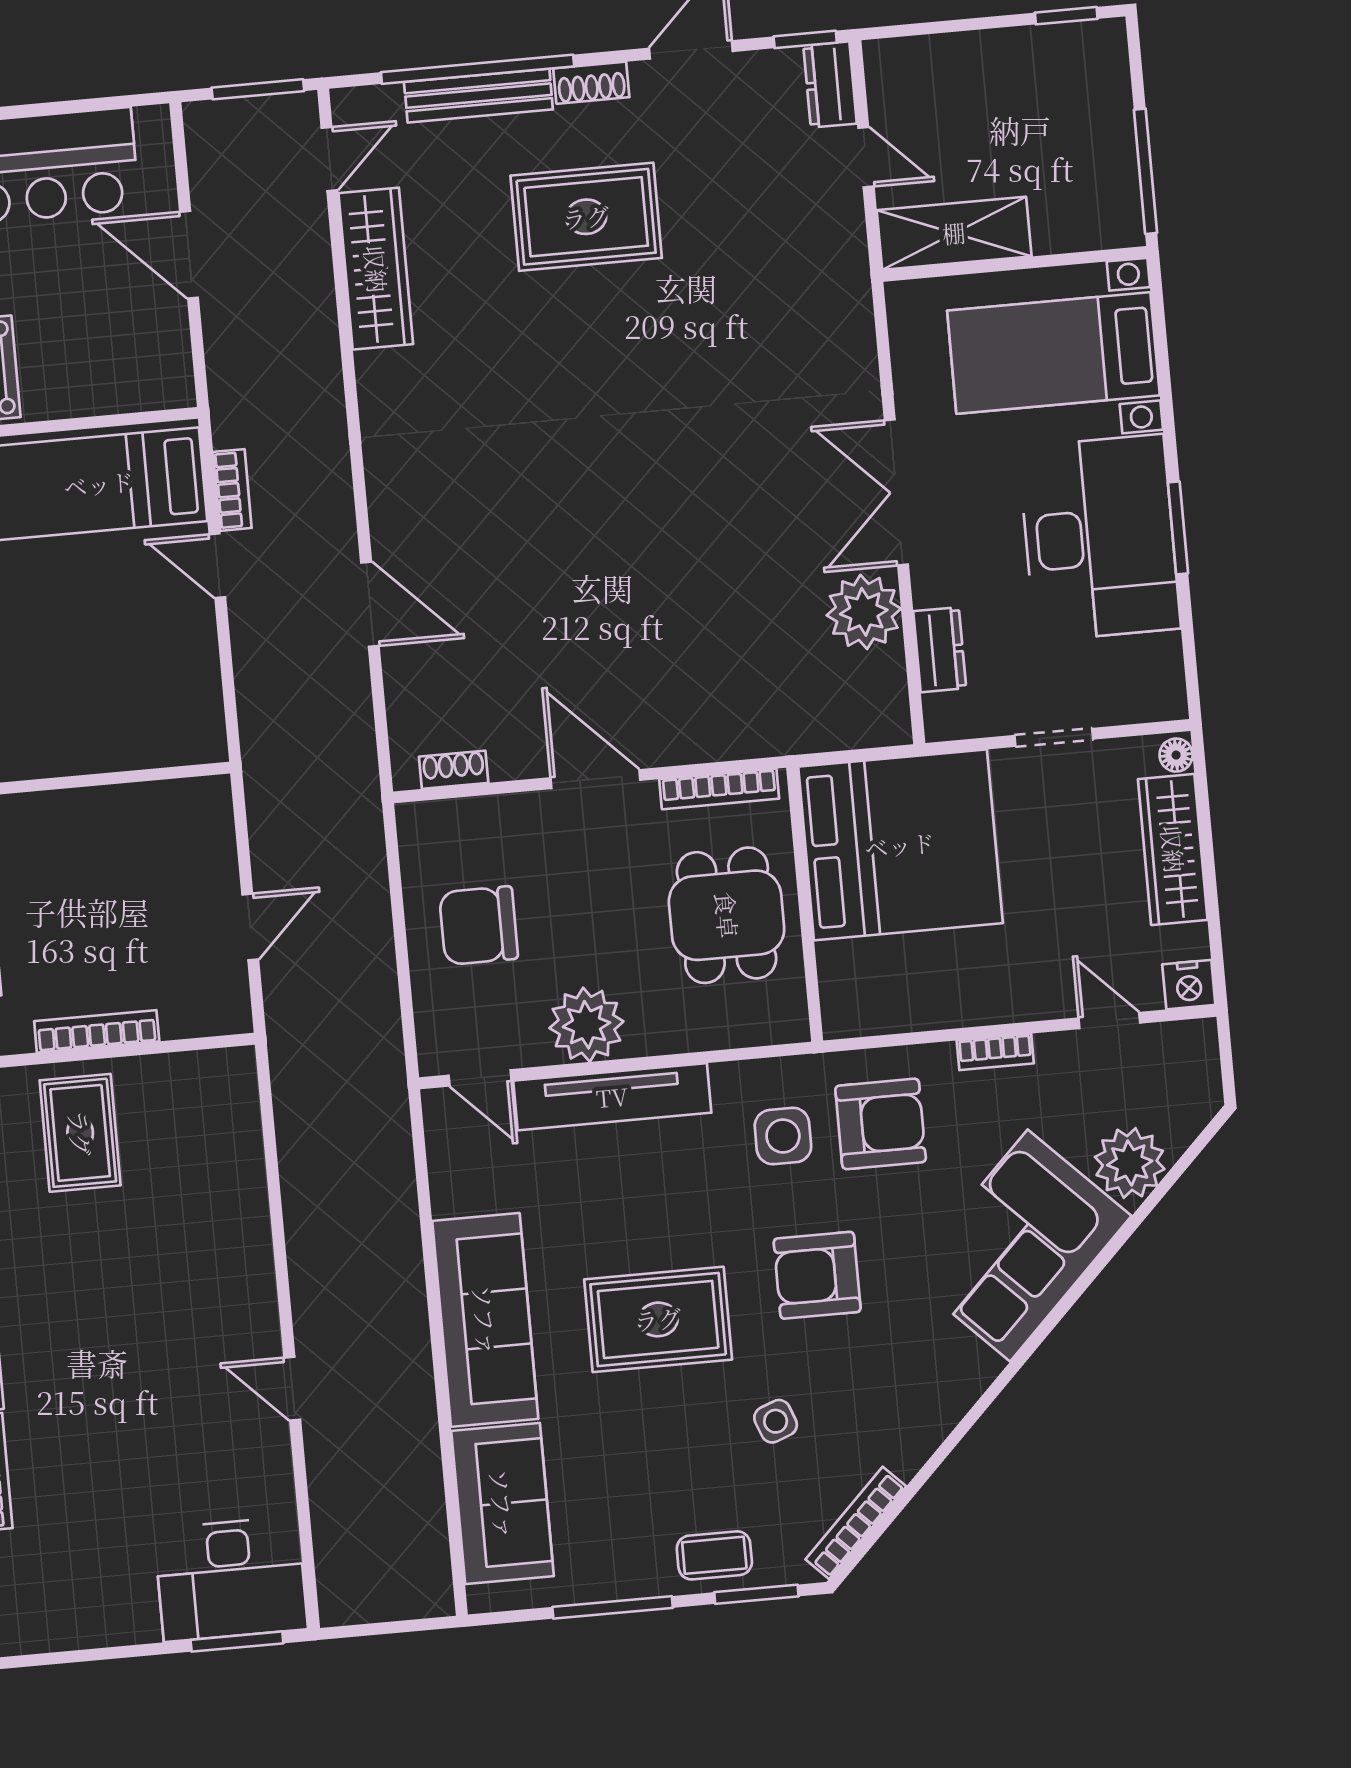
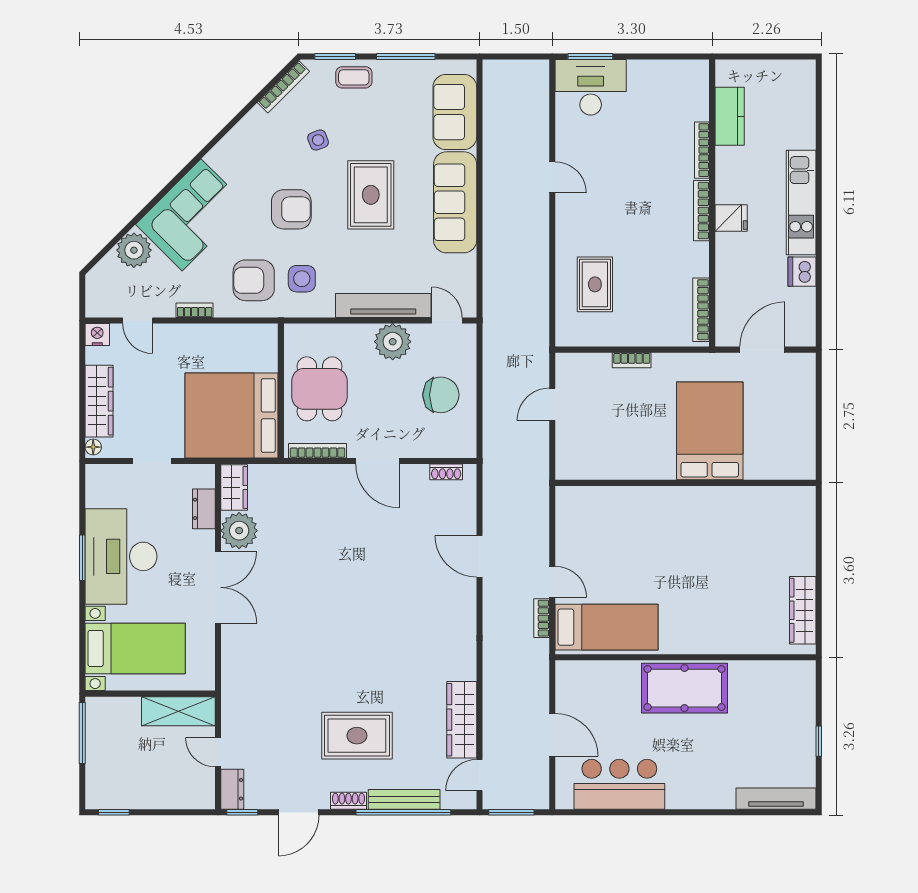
wardrobe: (882, 699) -> (234, 488), added
bookcase: (97, 1031) -> (632, 360), width x0.64
rug: (80, 1133) -> (595, 284), moved
rug: (658, 1319) -> (371, 195), turned 90

